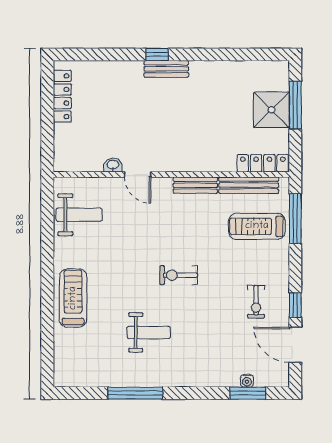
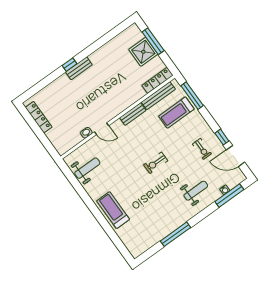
weight bench: (149, 332) -> (196, 191), moved
window: (248, 393) -> (229, 196), width x1.44

